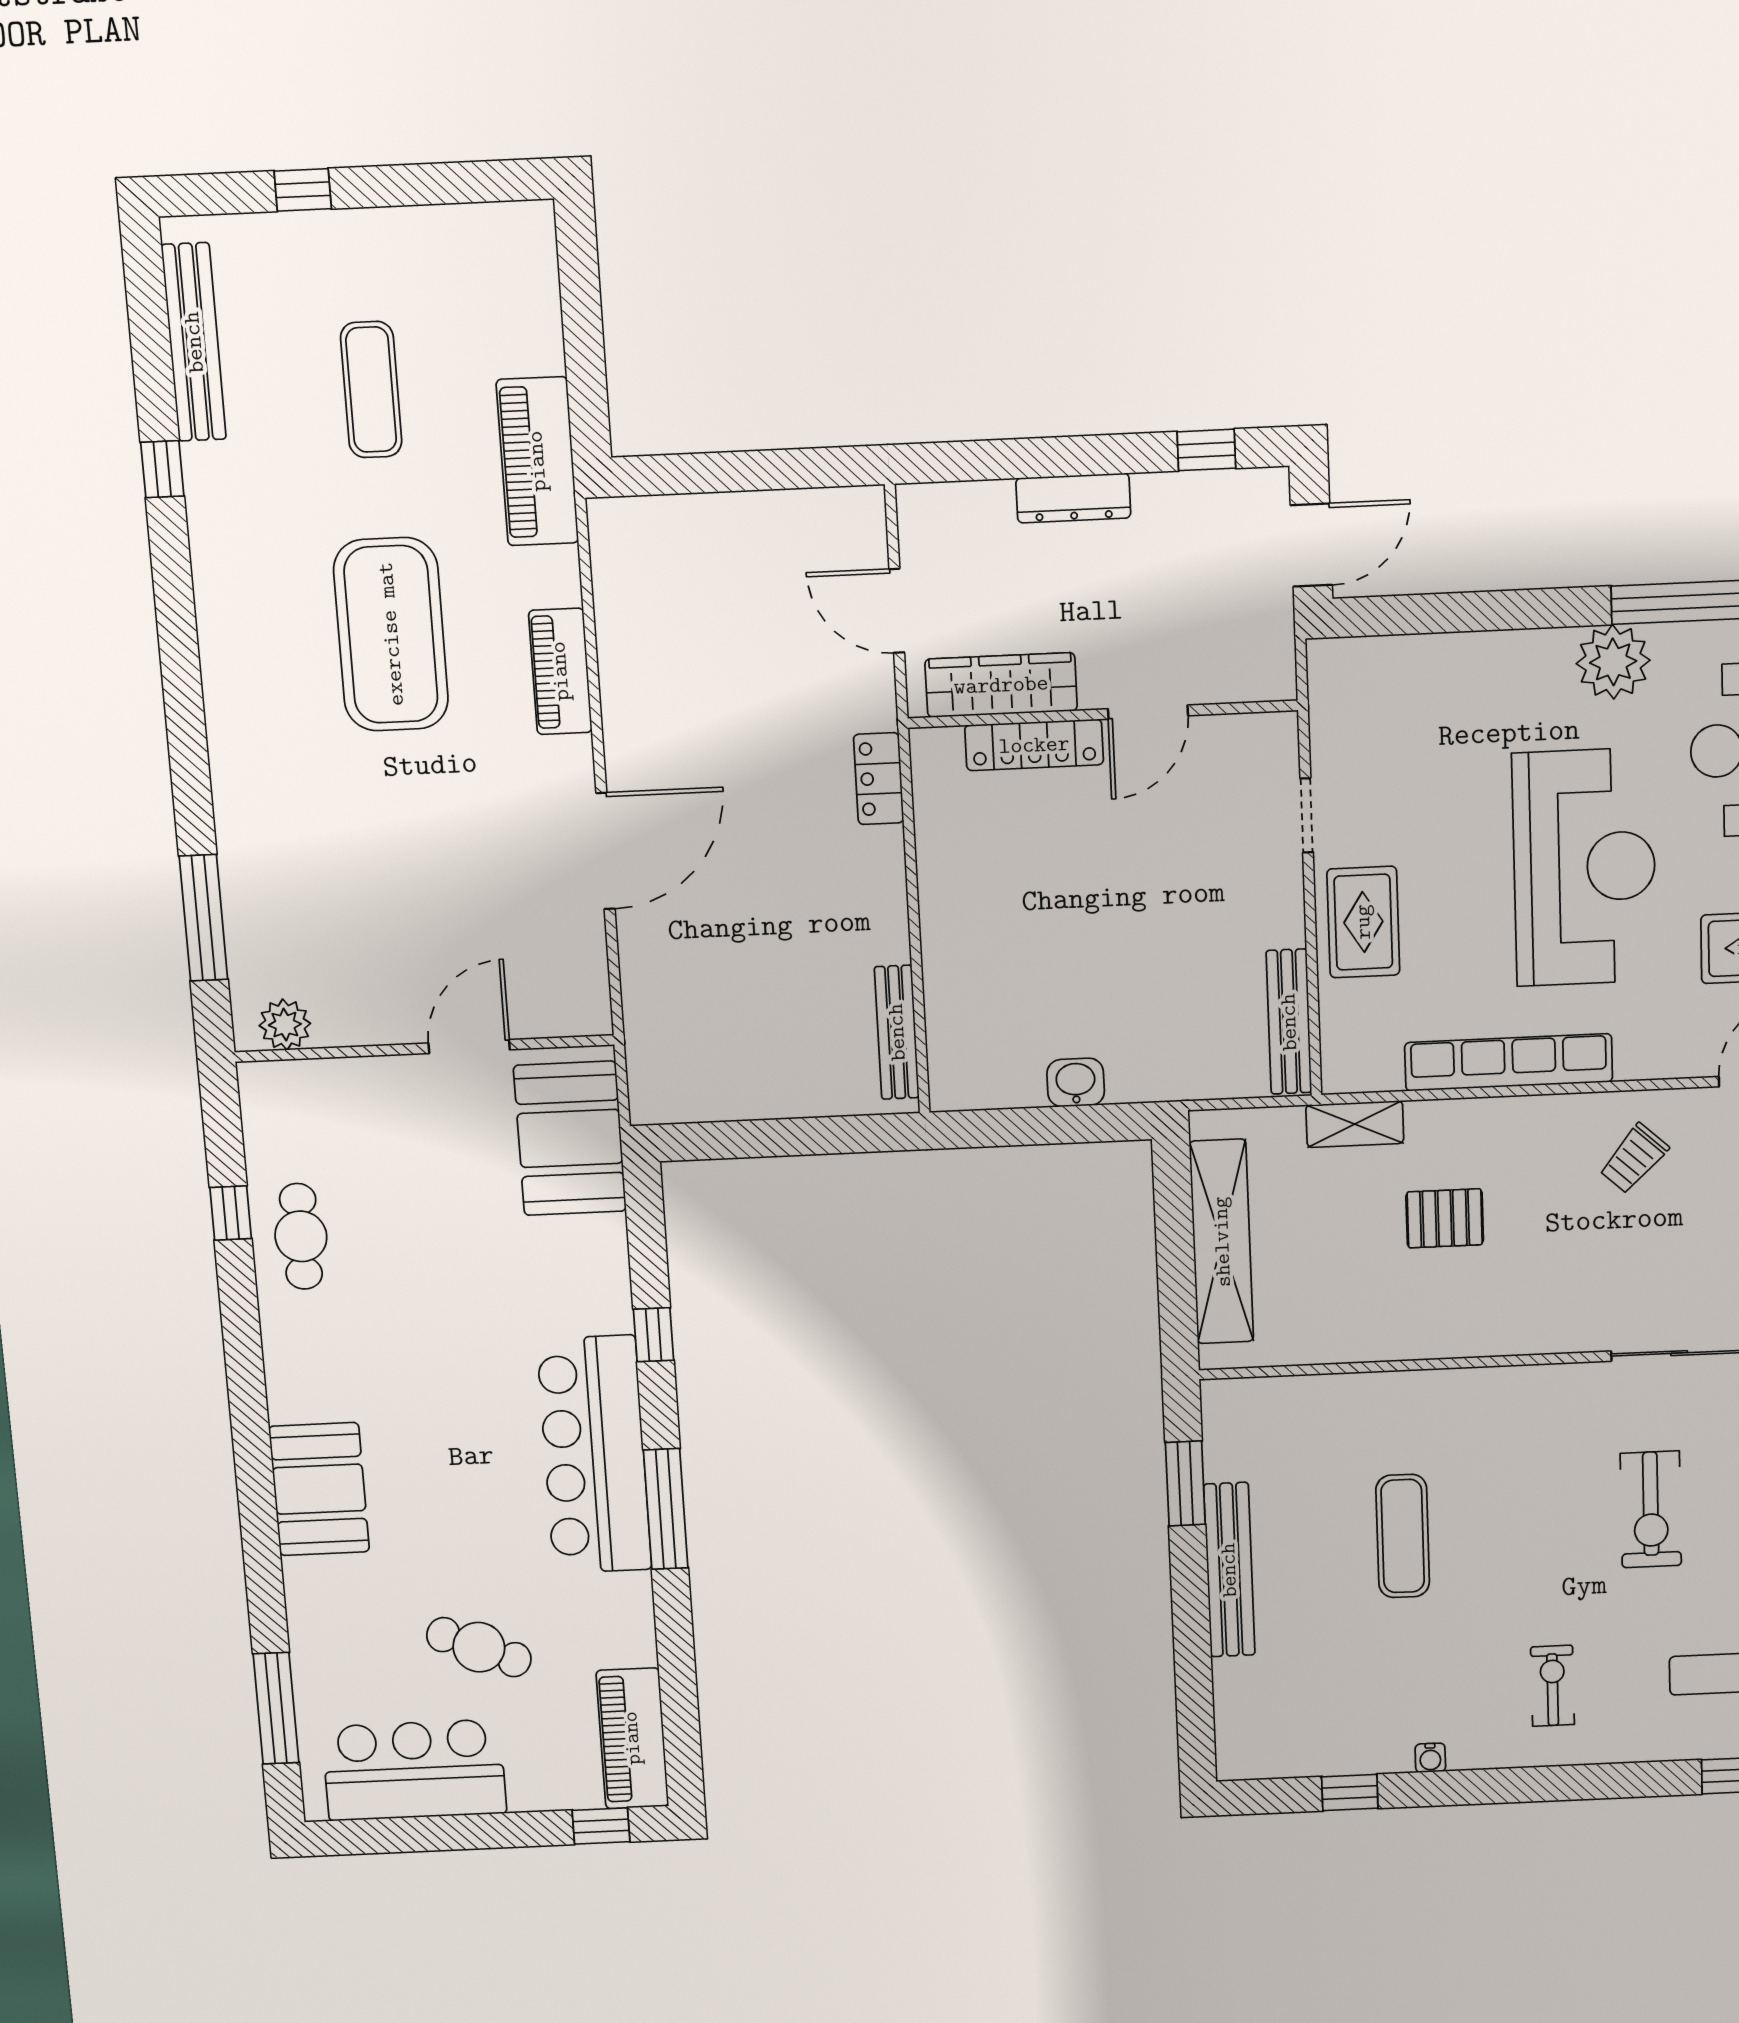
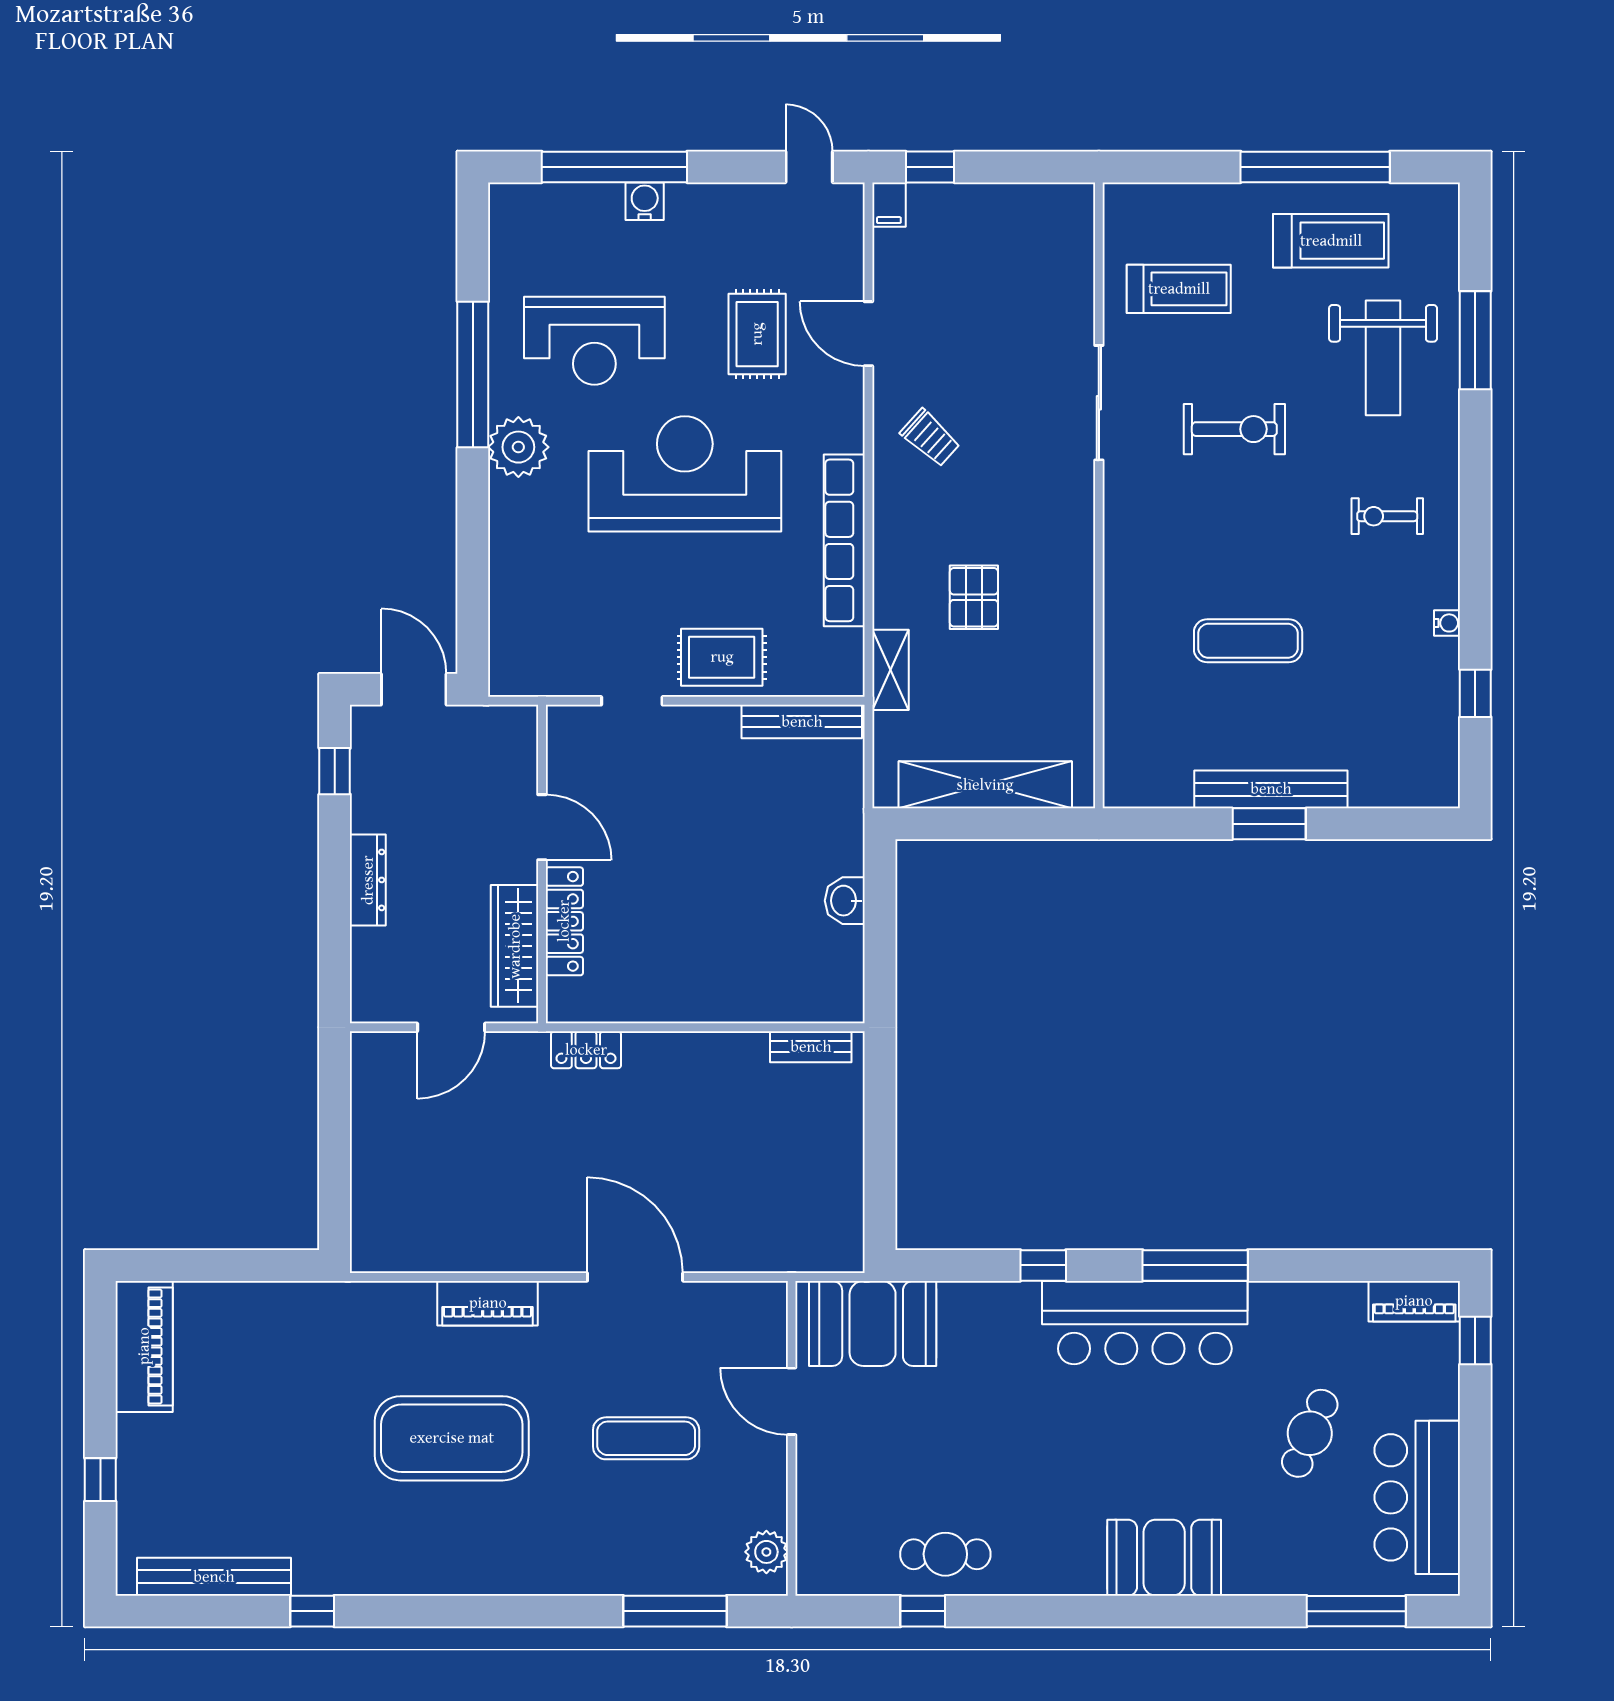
exercise mat: (371, 390) -> (646, 1438), moved
piano: (537, 461) -> (144, 1346), moved, turned -90
bench: (897, 1032) -> (811, 1047), width x0.73
window: (1185, 1483) -> (1269, 824), moved
piano: (632, 1738) -> (1414, 1301), width x0.73, depth x0.75

